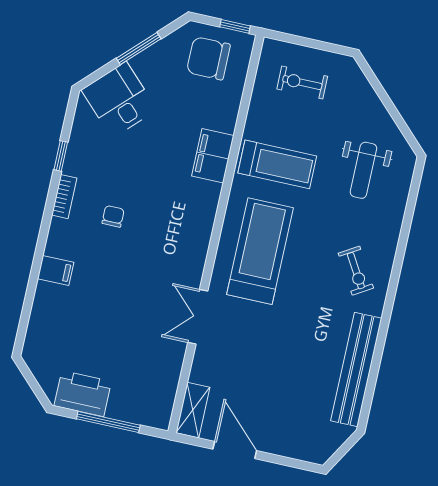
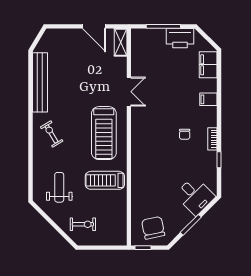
chair: (208, 58) -> (153, 228), turned -102
exercise bike: (302, 83) -> (83, 224), moved
filing cabinet: (213, 156) -> (208, 65), moved, turned 180

